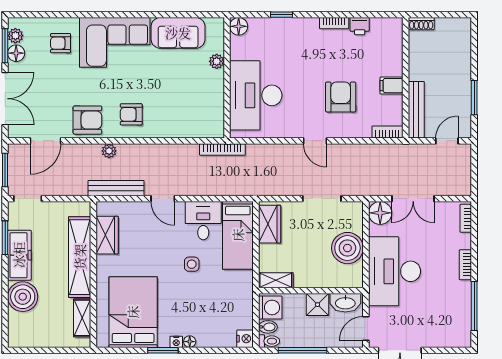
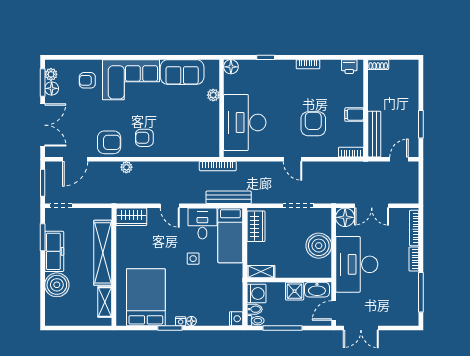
printer: (360, 26) -> (349, 67), moved
bench: (116, 188) -> (229, 197), moved
bookcase: (466, 218) -> (414, 228), width x1.56
wardrobe: (107, 235) -> (131, 217), moved, turned 90

